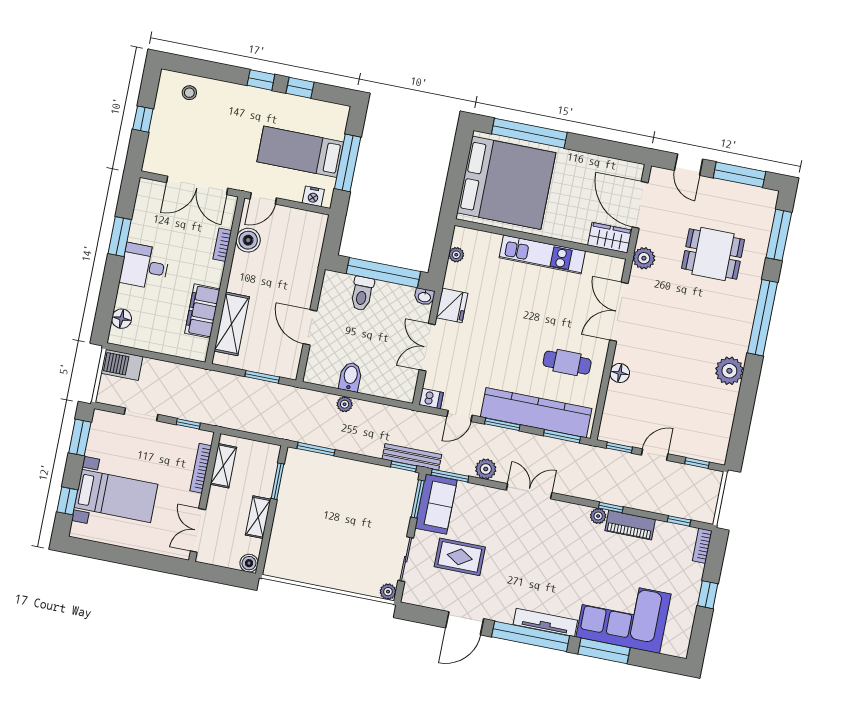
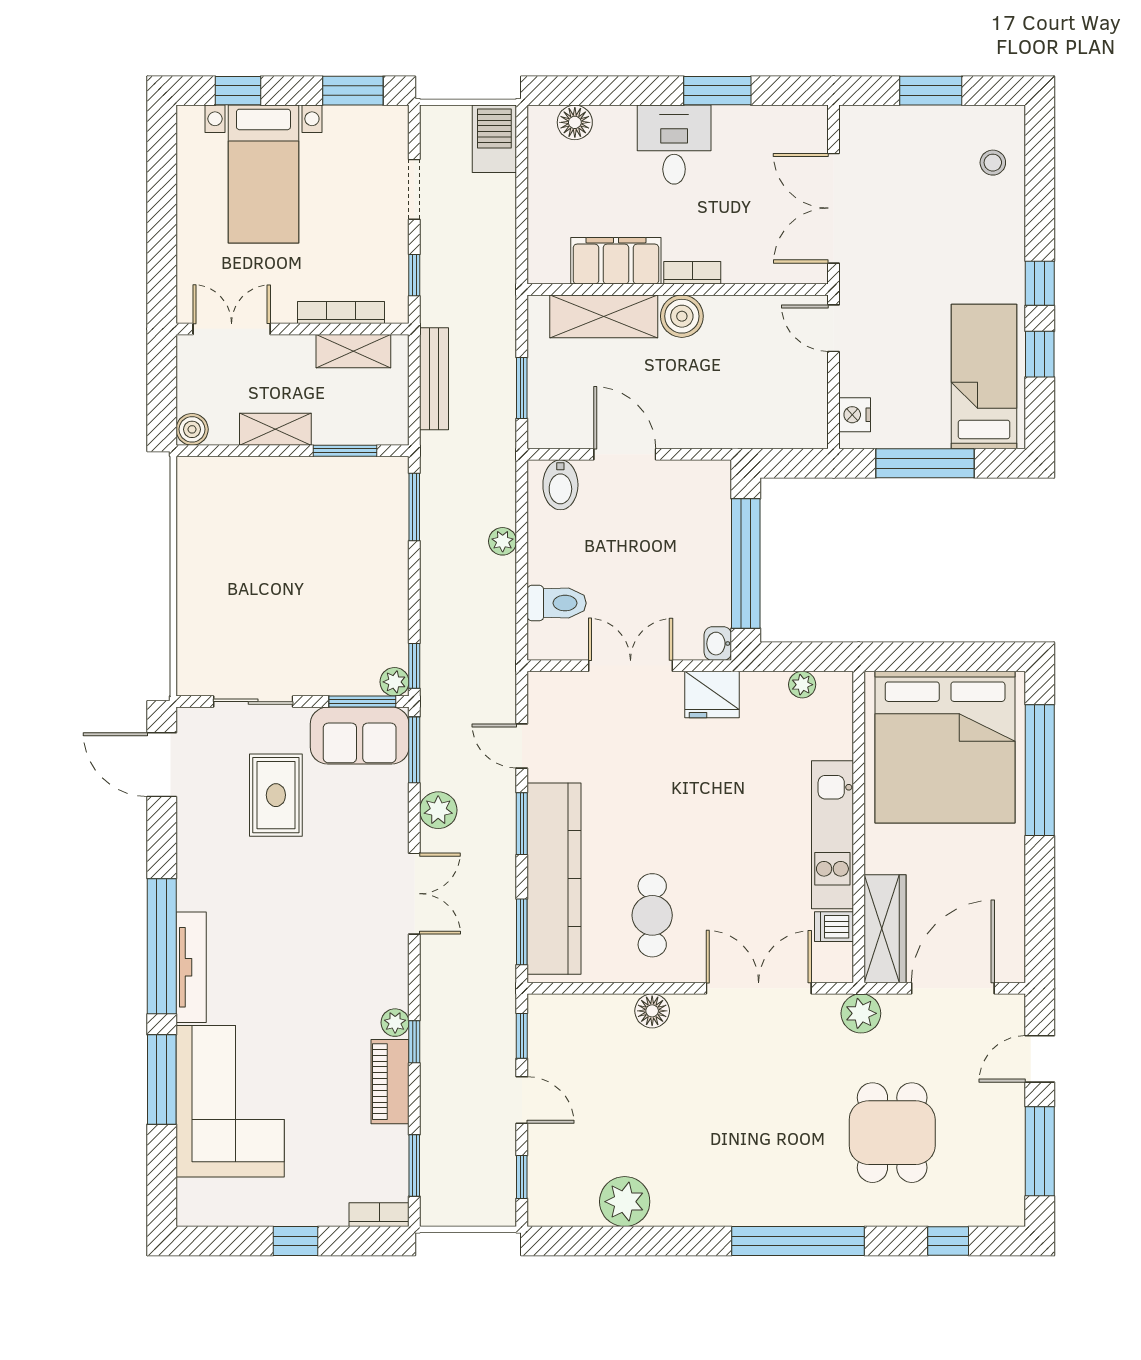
window: (143, 119) -> (931, 91), width x1.50
bed: (300, 152) -> (984, 377), moved
window: (779, 235) -> (948, 1241), width x0.46
wardrobe: (610, 238) -> (885, 929), width x1.50
boiler: (248, 240) -> (682, 316), moved
bookcase: (222, 245) -> (692, 273), moved
toilet: (362, 293) -> (557, 603), moved, turned 180
door: (310, 327) -> (625, 454), hinge flipped
plant: (729, 371) -> (625, 1202), moved
bidet: (350, 377) -> (560, 485), moved, turned 90
dishwasher: (431, 399) -> (834, 927), moved, turned 90
bench: (412, 457) -> (434, 379), moved
window: (679, 521) -> (414, 1166), width x1.50
plant: (388, 592) -> (395, 682), moved
door: (465, 623) -> (162, 765), moved

